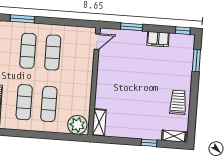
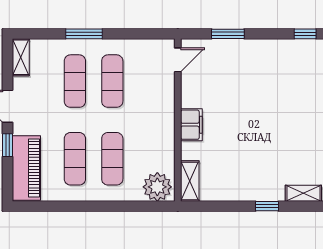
window: (22, 19) -> (84, 34), moved
filing cabinet: (158, 39) -> (191, 125), moved, turned -90
trolley: (178, 102) -> (306, 142), removed

